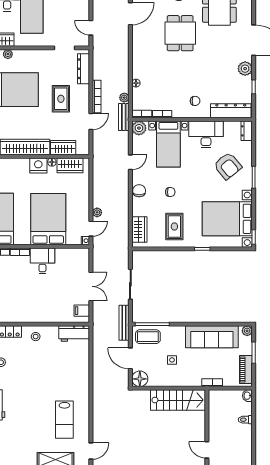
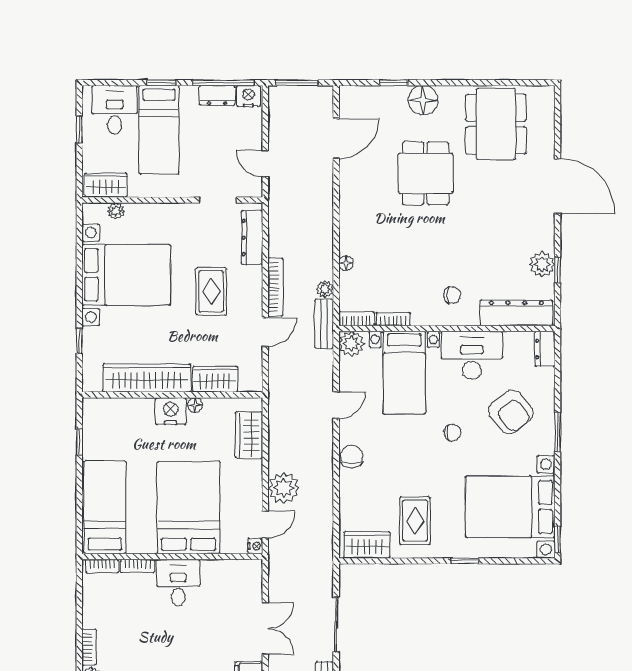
plant: (245, 69) -> (542, 264), moved
wardrobe: (70, 165) -> (249, 435), moved, turned 90
chair: (170, 192) -> (452, 432), moved
plant: (97, 212) -> (284, 488), width x1.88, depth x1.88
wardrobe: (139, 230) -> (367, 545), moved, turned -90

